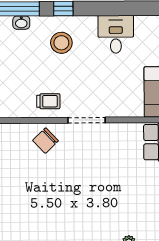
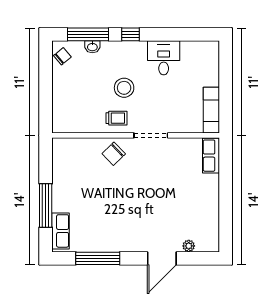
desk: (116, 34) -> (164, 58), moved
stool: (61, 43) -> (124, 88), moved

